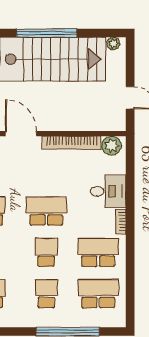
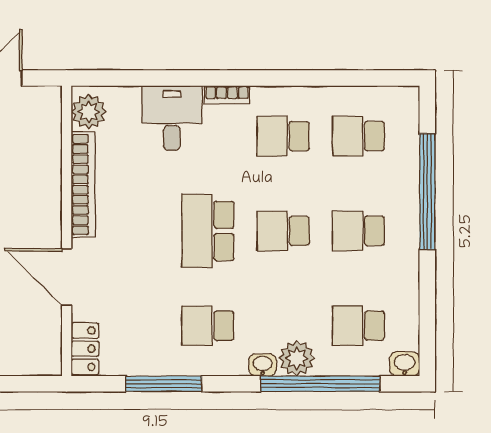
door: (21, 134) -> (67, 277), hinge flipped
school desk: (98, 252) -> (283, 136), width x0.54
school desk: (98, 294) -> (358, 136), width x0.54

